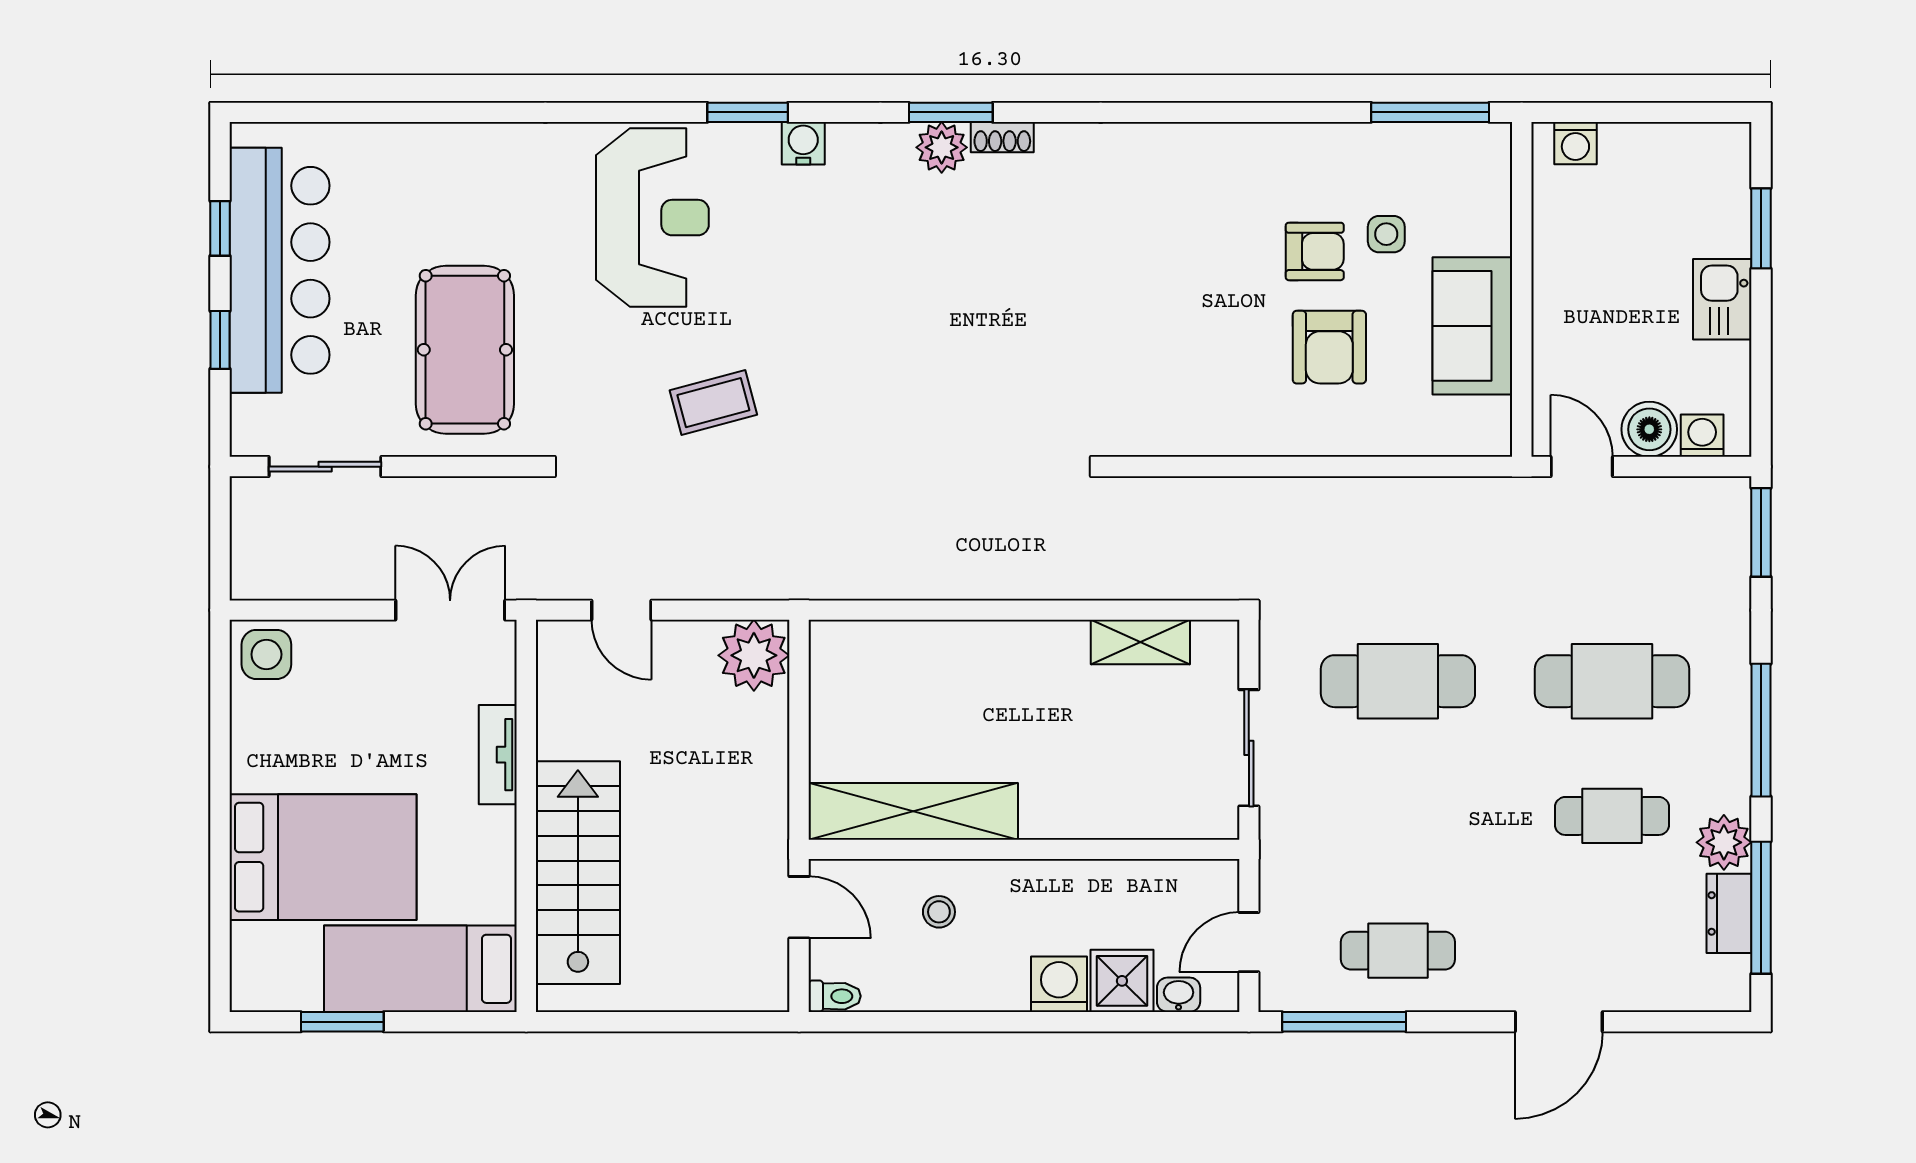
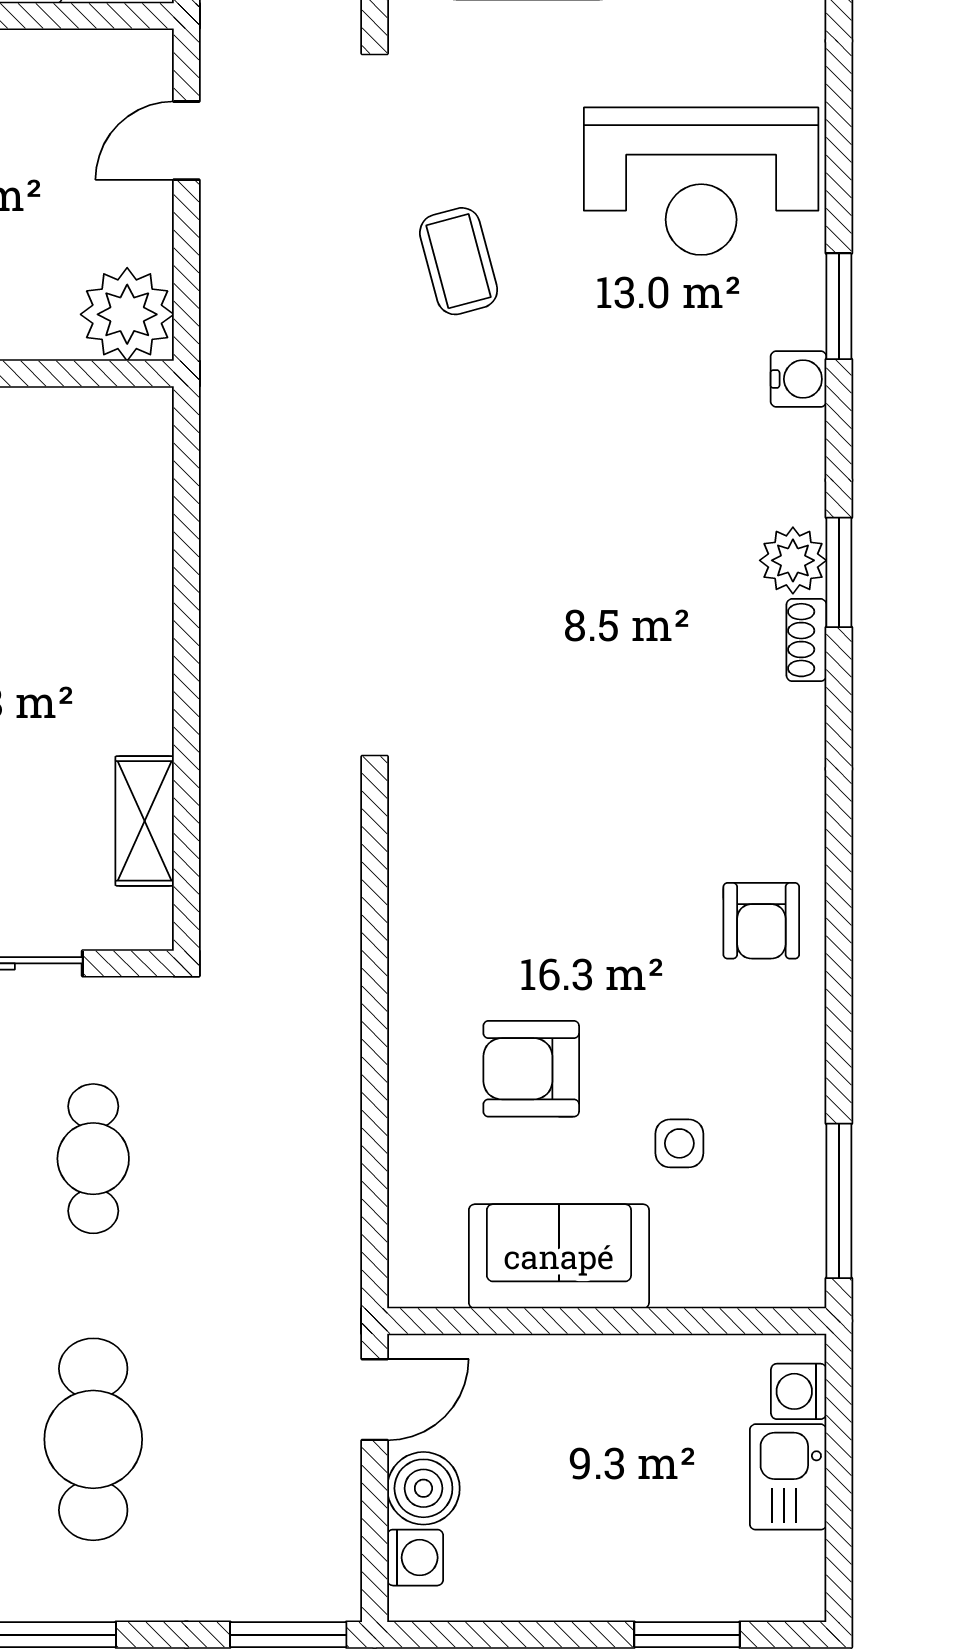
armchair: (1315, 251) -> (761, 921), moved
kitchen sink: (1722, 299) -> (788, 1477), moved, turned -90
cafe table: (1398, 681) -> (93, 1159), width x0.73, depth x0.74

